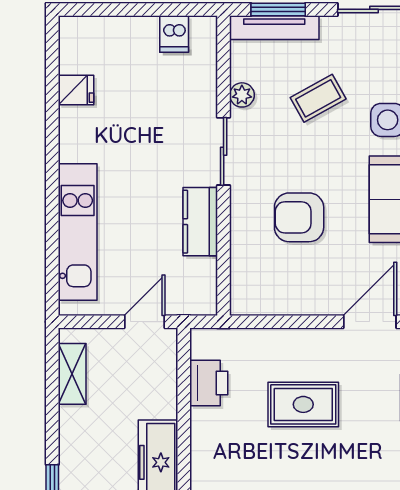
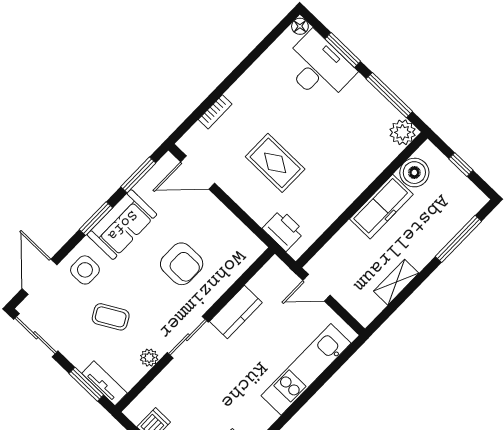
tv unit: (274, 28) -> (104, 383), width x0.71
shelving: (72, 374) -> (396, 282), moved
printer: (209, 383) -> (283, 230), moved, turned 90

